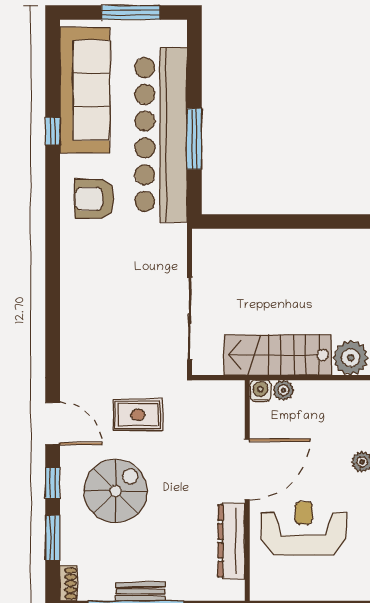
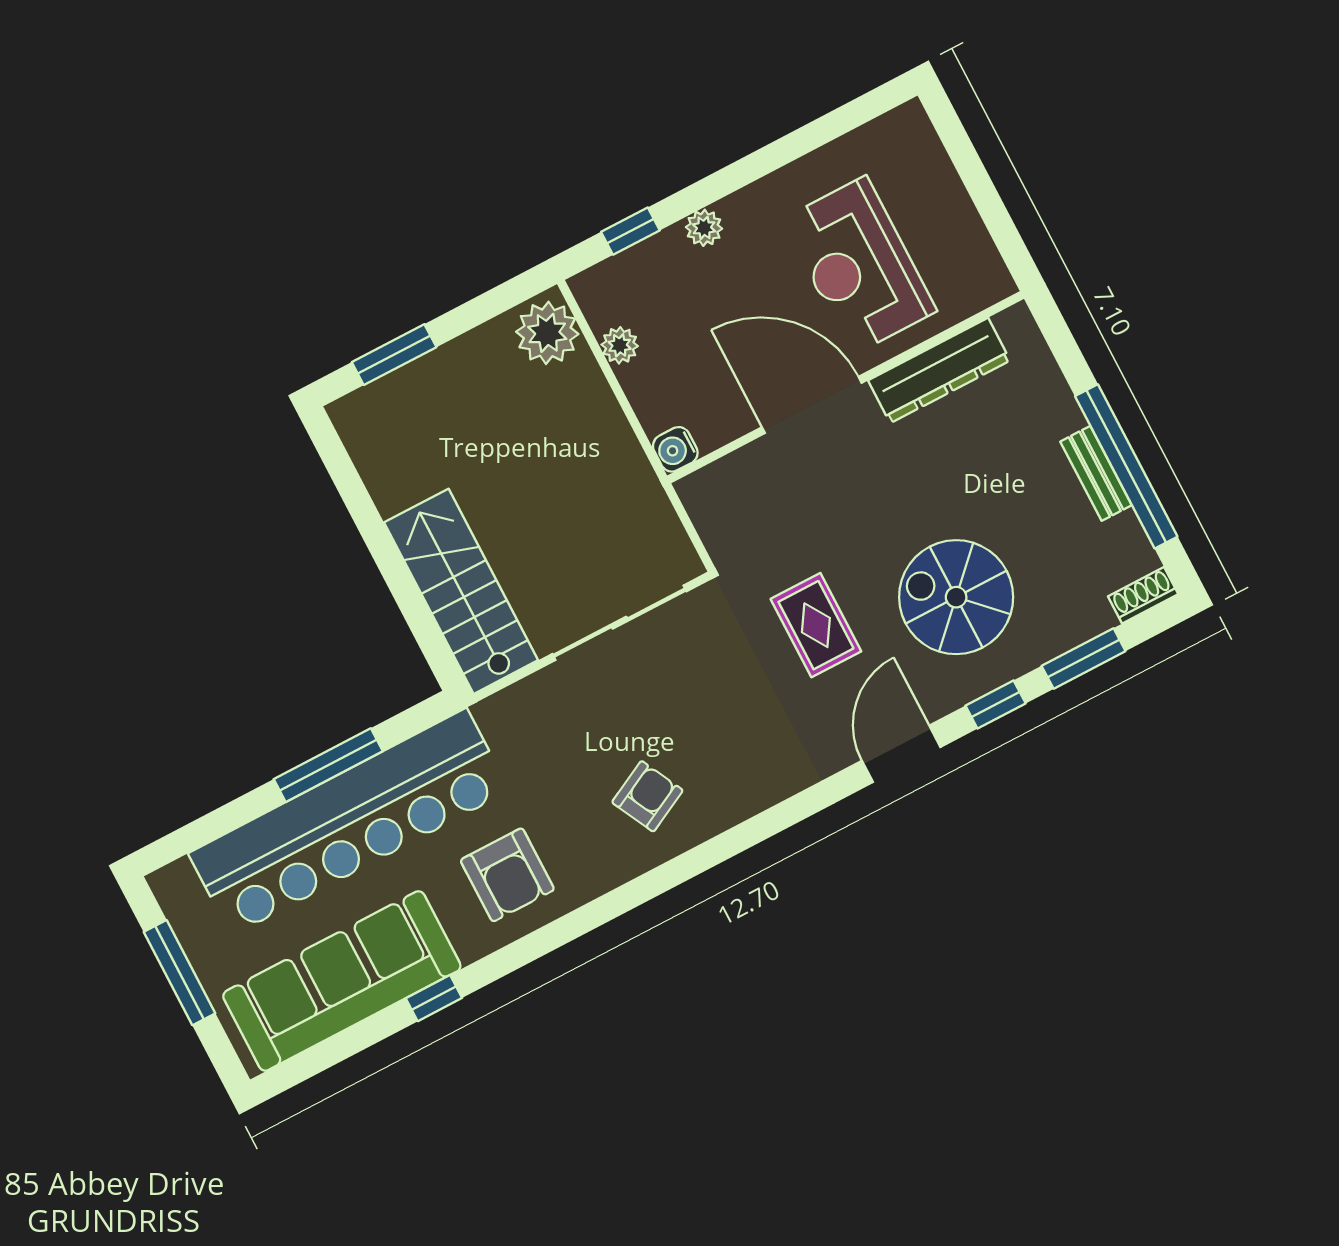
armchair: (97, 288) -> (647, 796), added
stairs: (278, 355) -> (461, 591), moved, turned 180
plant: (283, 390) -> (620, 345), moved

